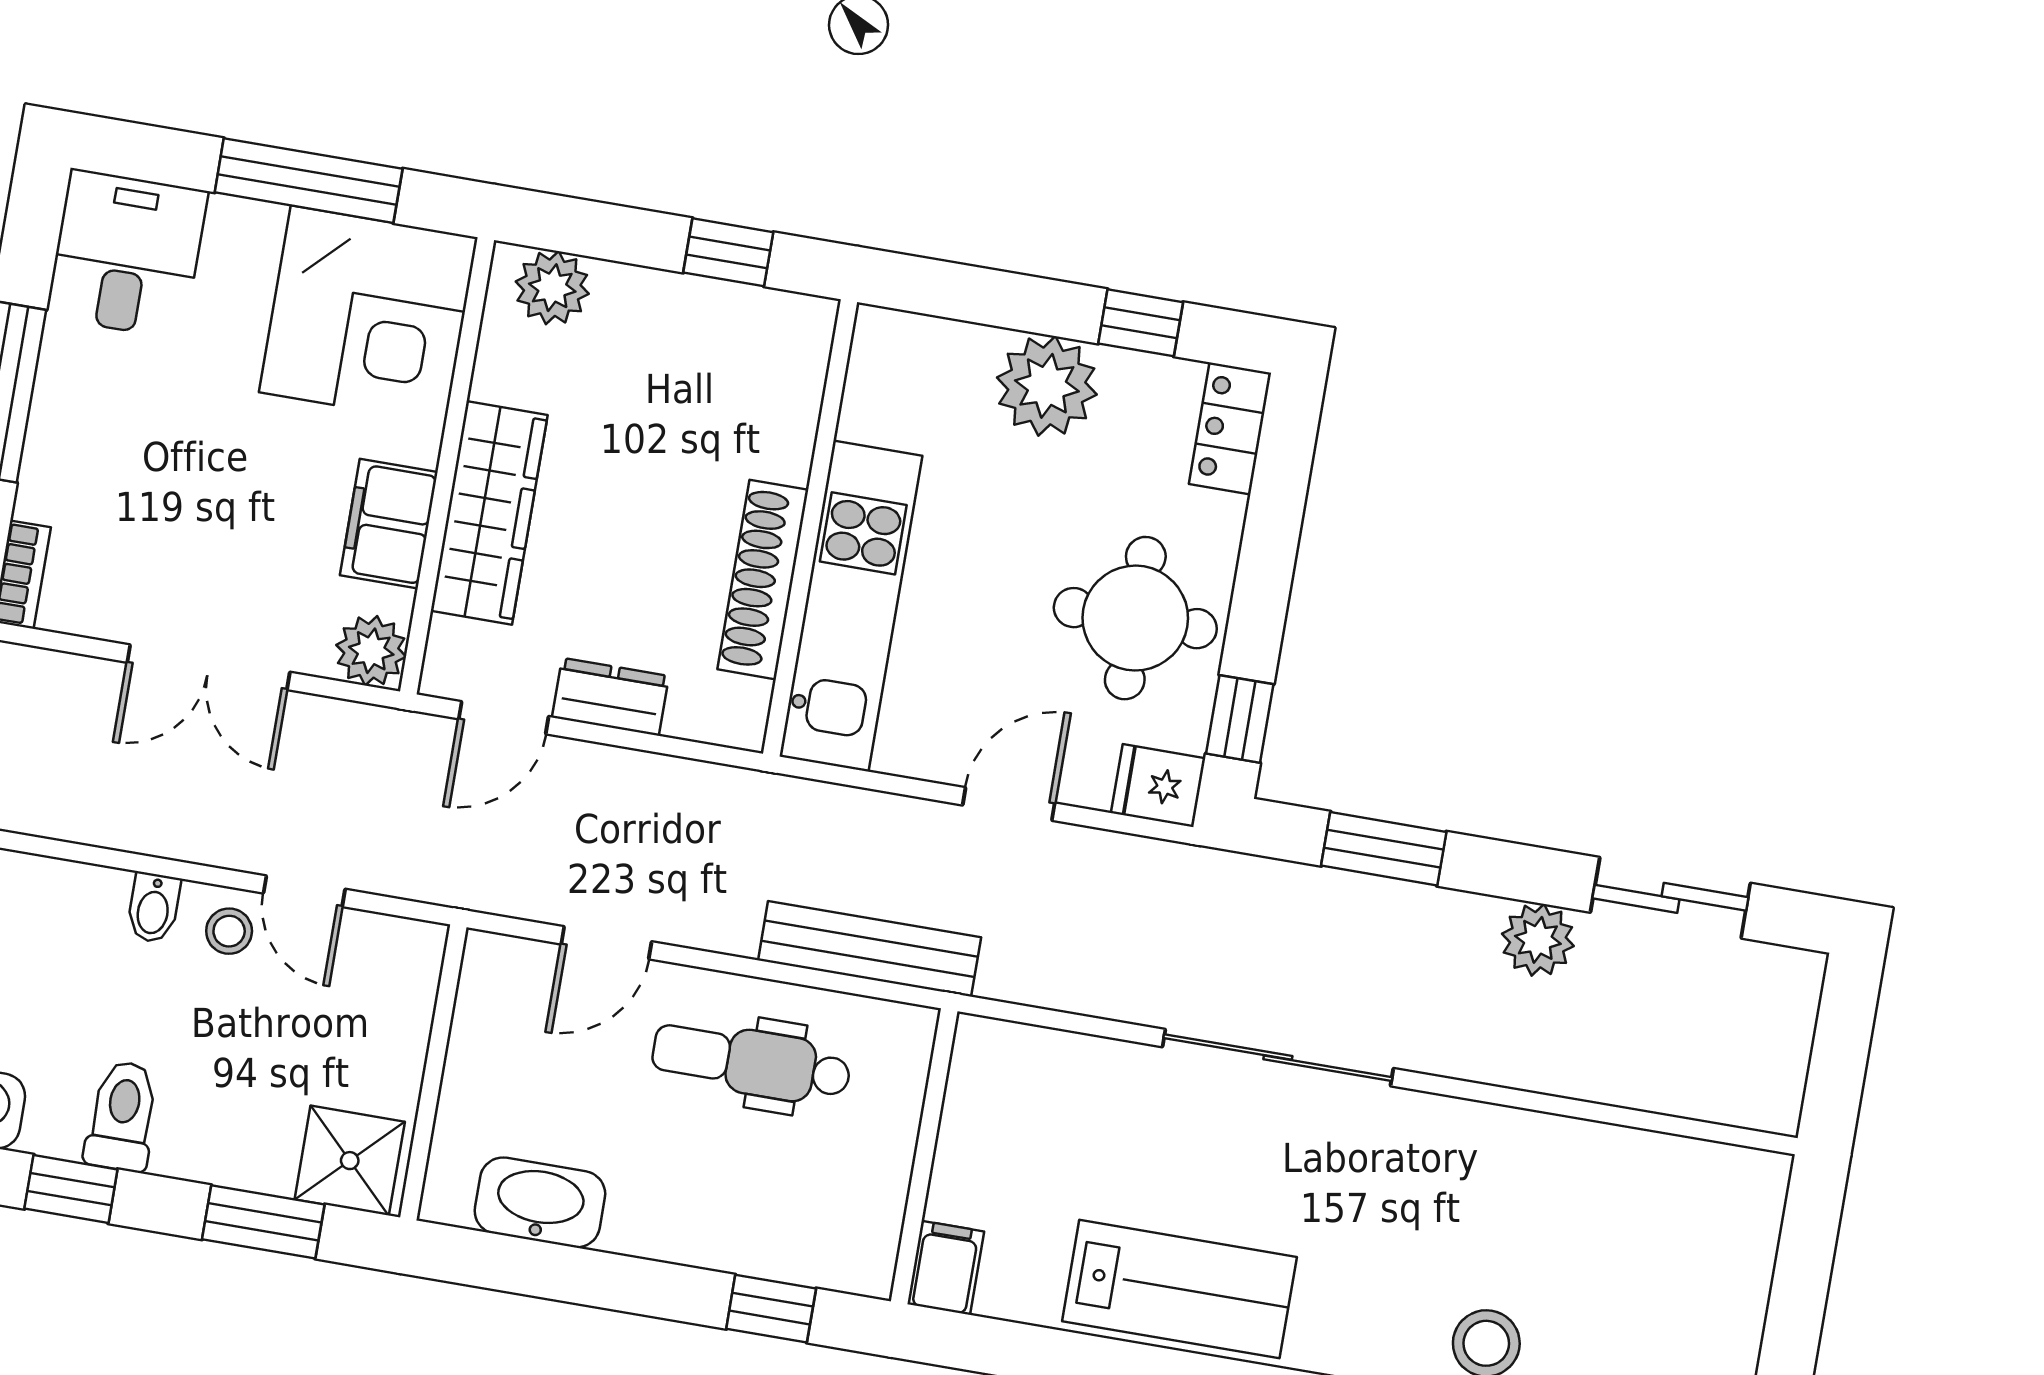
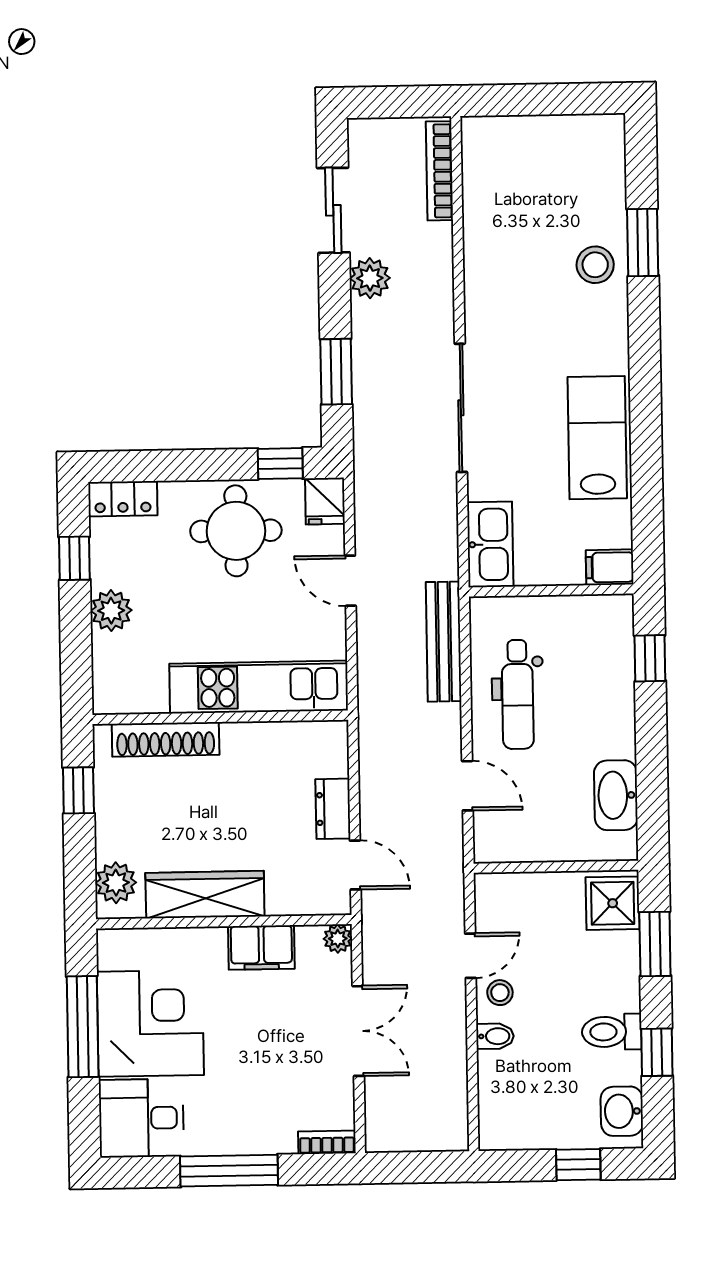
corner desk: (368, 315) -> (150, 1023), moved
plant: (1047, 386) -> (111, 611), width x0.73, depth x0.73
wardrobe: (489, 513) -> (205, 895), moved
shoe rack: (763, 580) -> (166, 739), moved
plant: (371, 651) -> (338, 939), width x0.73, depth x0.73
kitchen sink: (1026, 1064) -> (490, 544), added
bookcase: (1705, 1099) -> (440, 171), added

